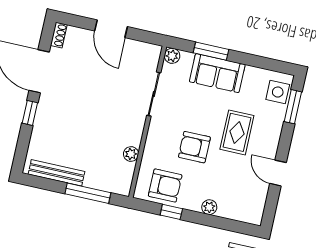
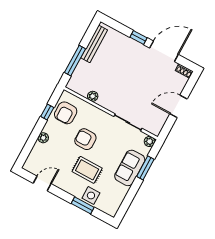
side table: (278, 92) -> (91, 195), moved
window: (293, 107) -> (83, 205), moved
armchair: (194, 147) -> (85, 139), turned -90
door: (278, 173) -> (42, 184), moved

